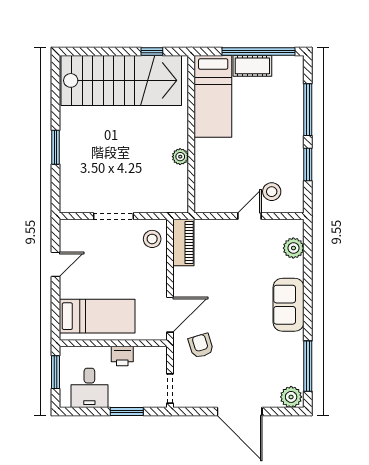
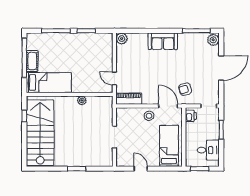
stool: (272, 192) -> (101, 50), removed
door: (250, 216) -> (114, 79), moved
stool: (152, 239) -> (149, 116), moved
plant: (293, 248) -> (122, 39), moved
printer: (122, 356) -> (191, 116), moved

